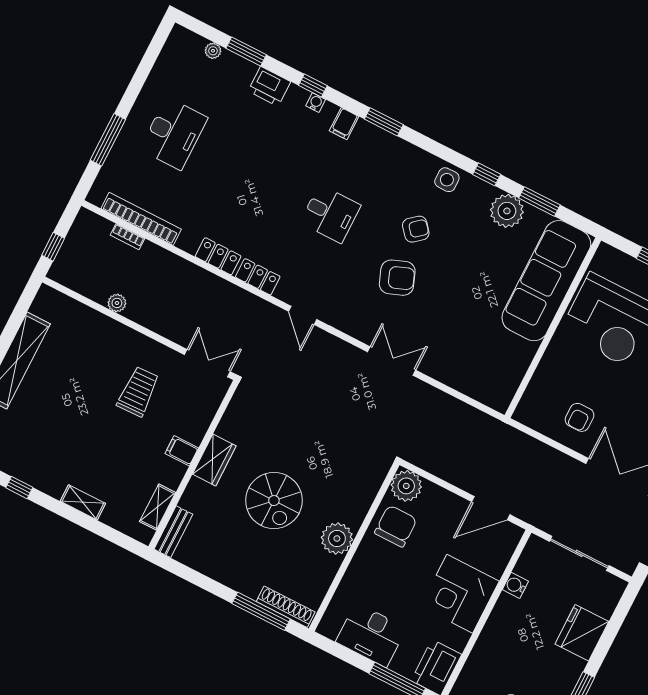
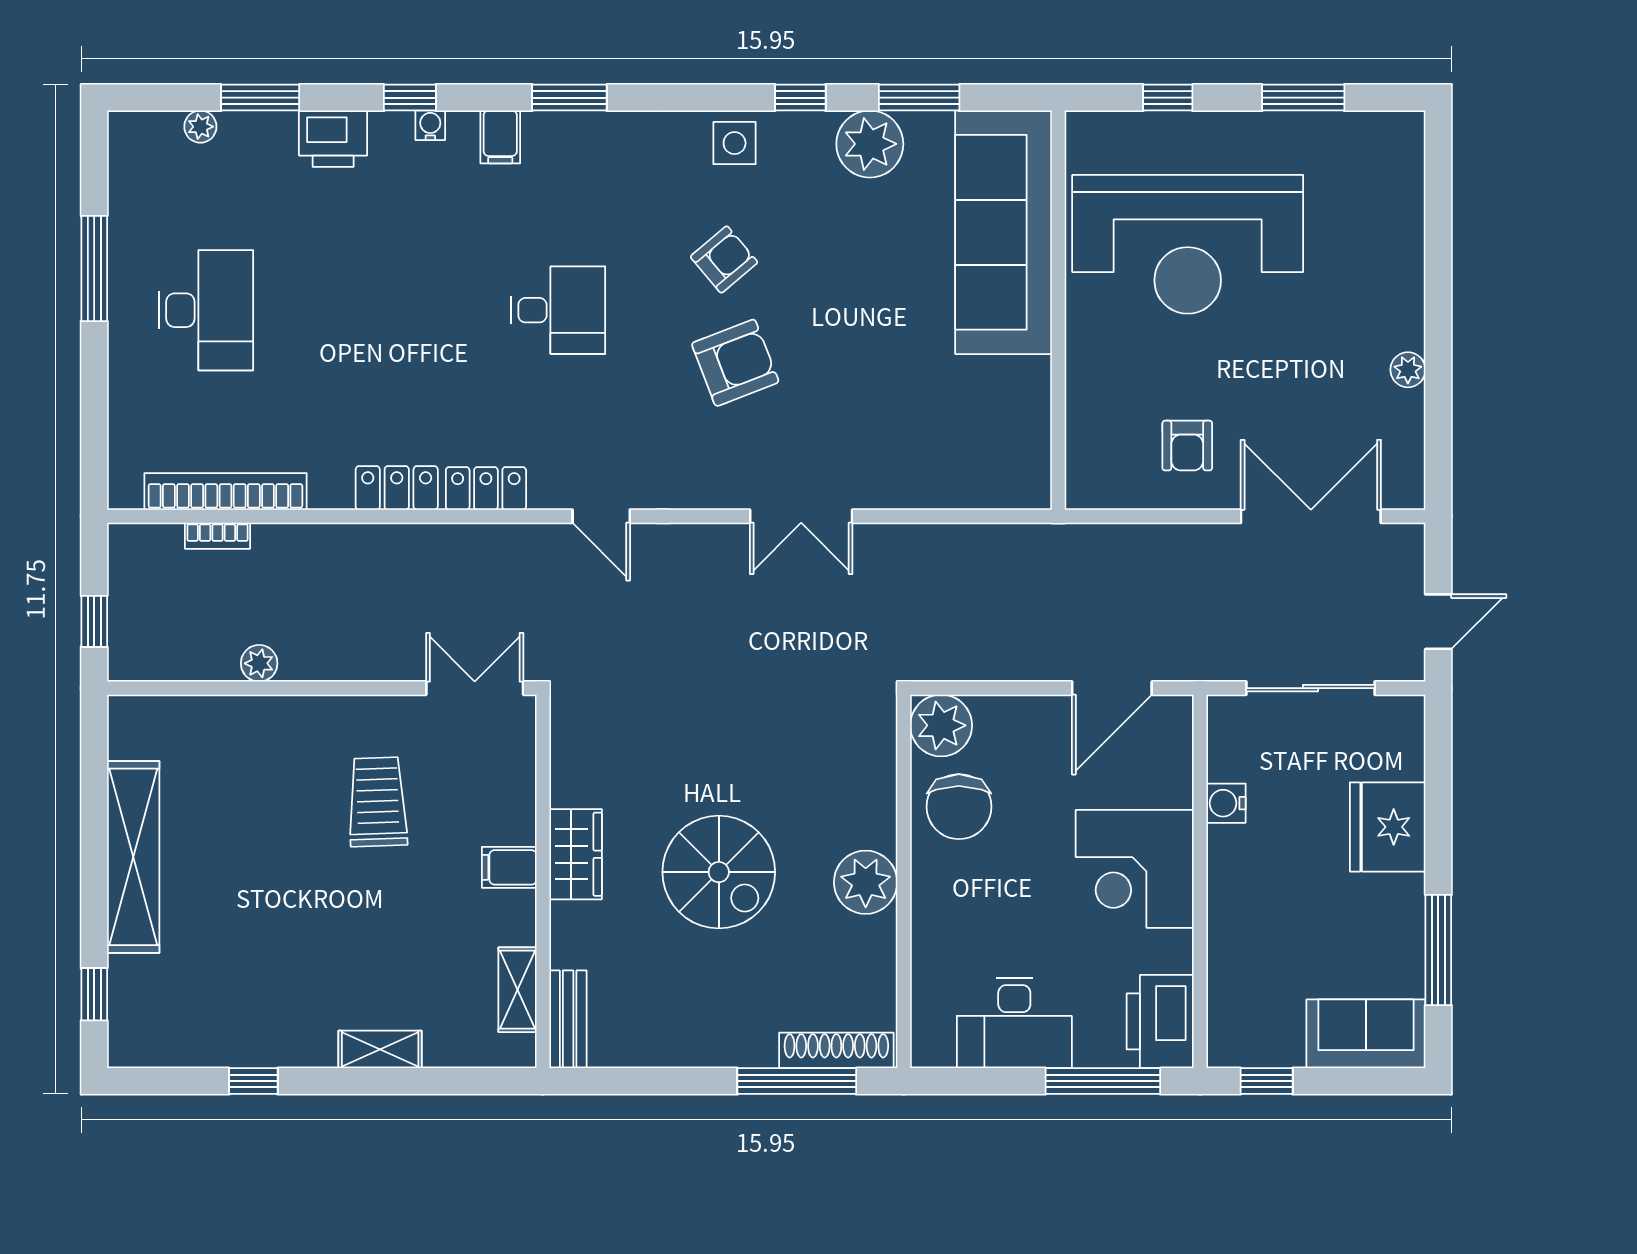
window: (108, 140) -> (94, 268), moved
double door: (392, 361) -> (801, 516), swing flipped
chair: (396, 526) -> (959, 807), turned 180

